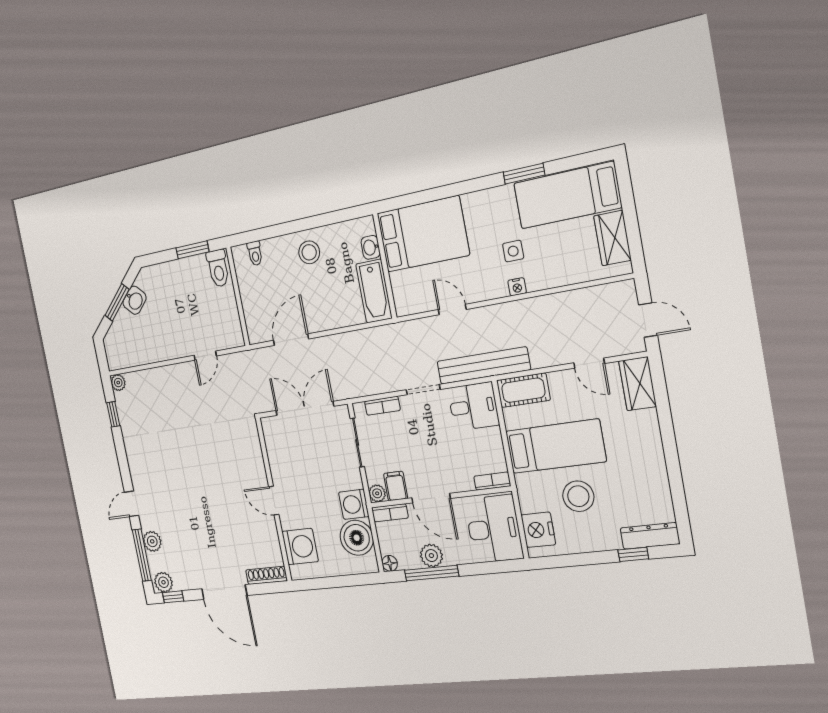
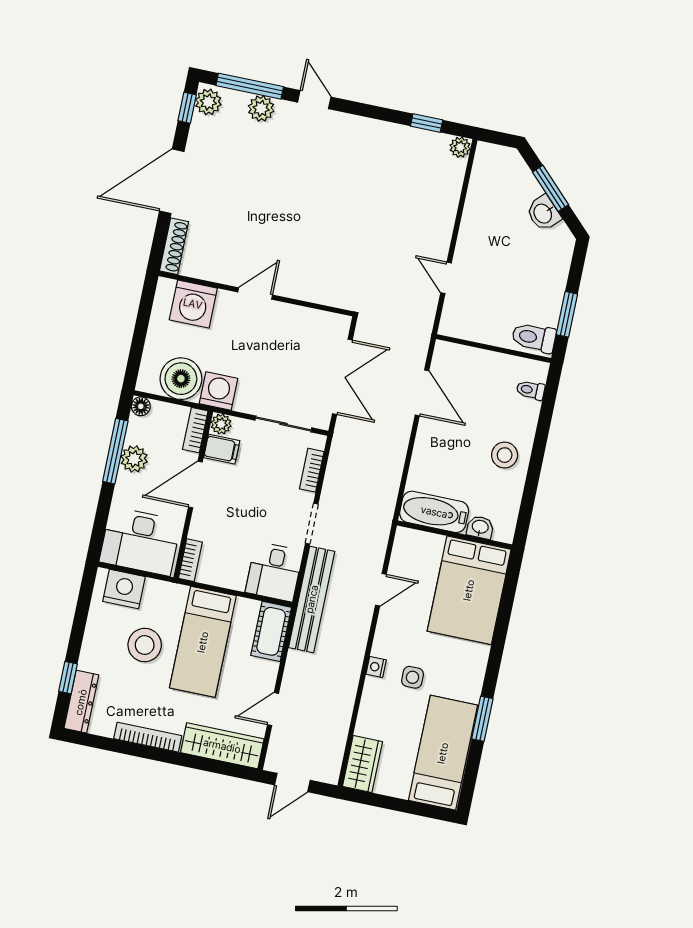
wardrobe: (612, 238) -> (362, 764), moved, turned 90
wardrobe: (638, 384) -> (222, 746), width x1.50
bookcase: (659, 466) -> (148, 737), added

